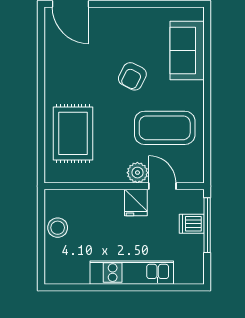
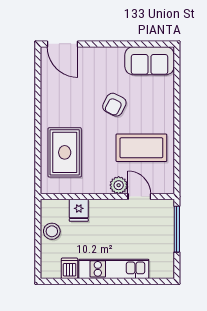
sofa: (187, 50) -> (150, 61), moved, turned -90
fridge: (136, 203) -> (79, 210), moved
dishwasher: (192, 224) -> (70, 268), moved, turned 90

